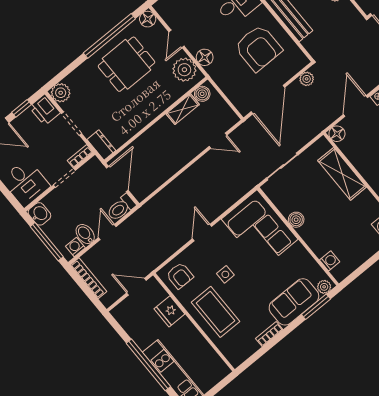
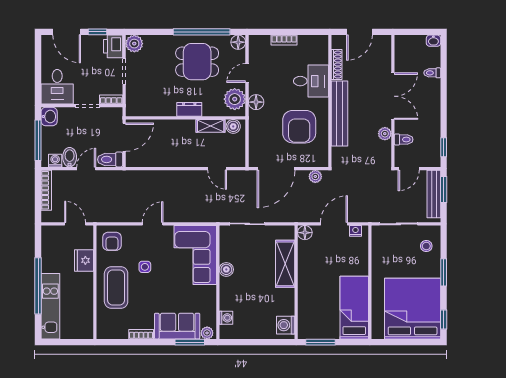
dresser: (101, 145) -> (189, 109), moved, turned -90

